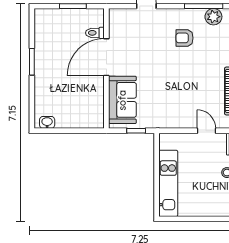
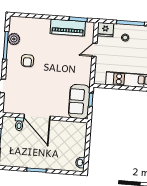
sofa: (122, 100) -> (79, 102), moved, turned -90

